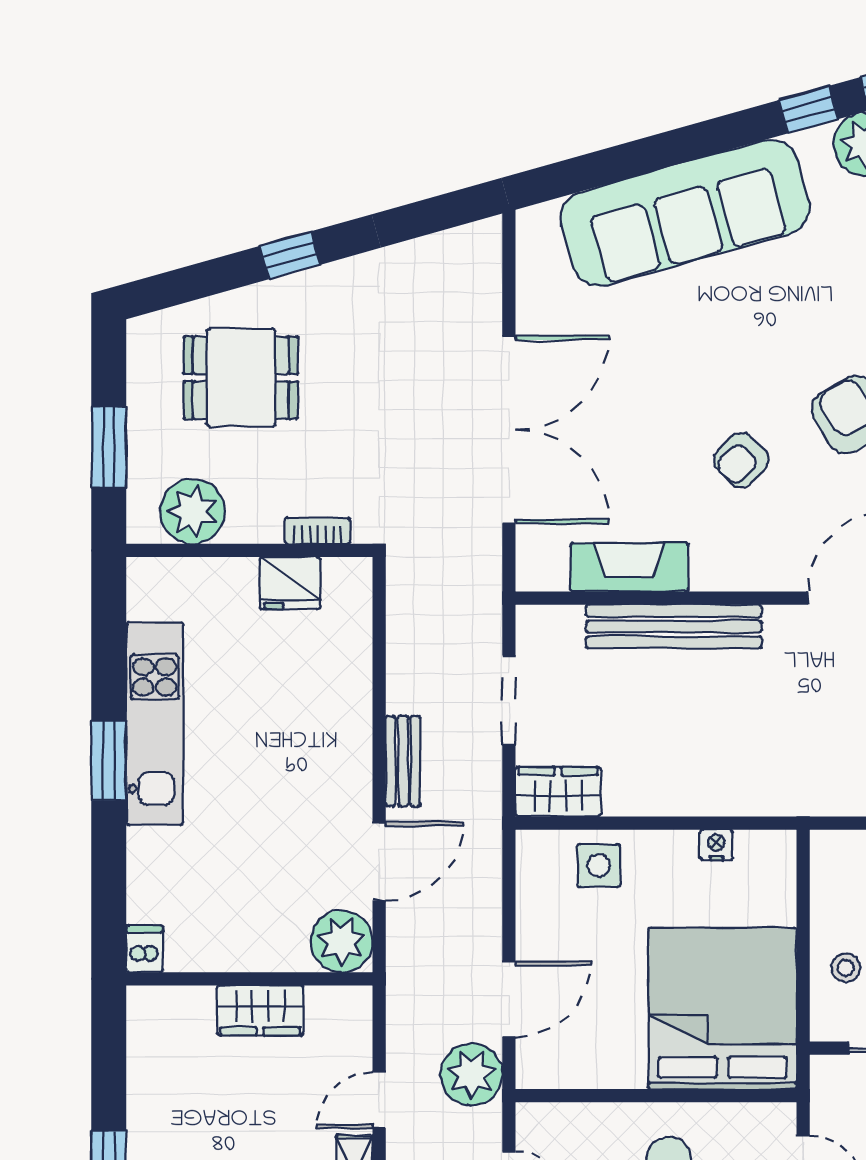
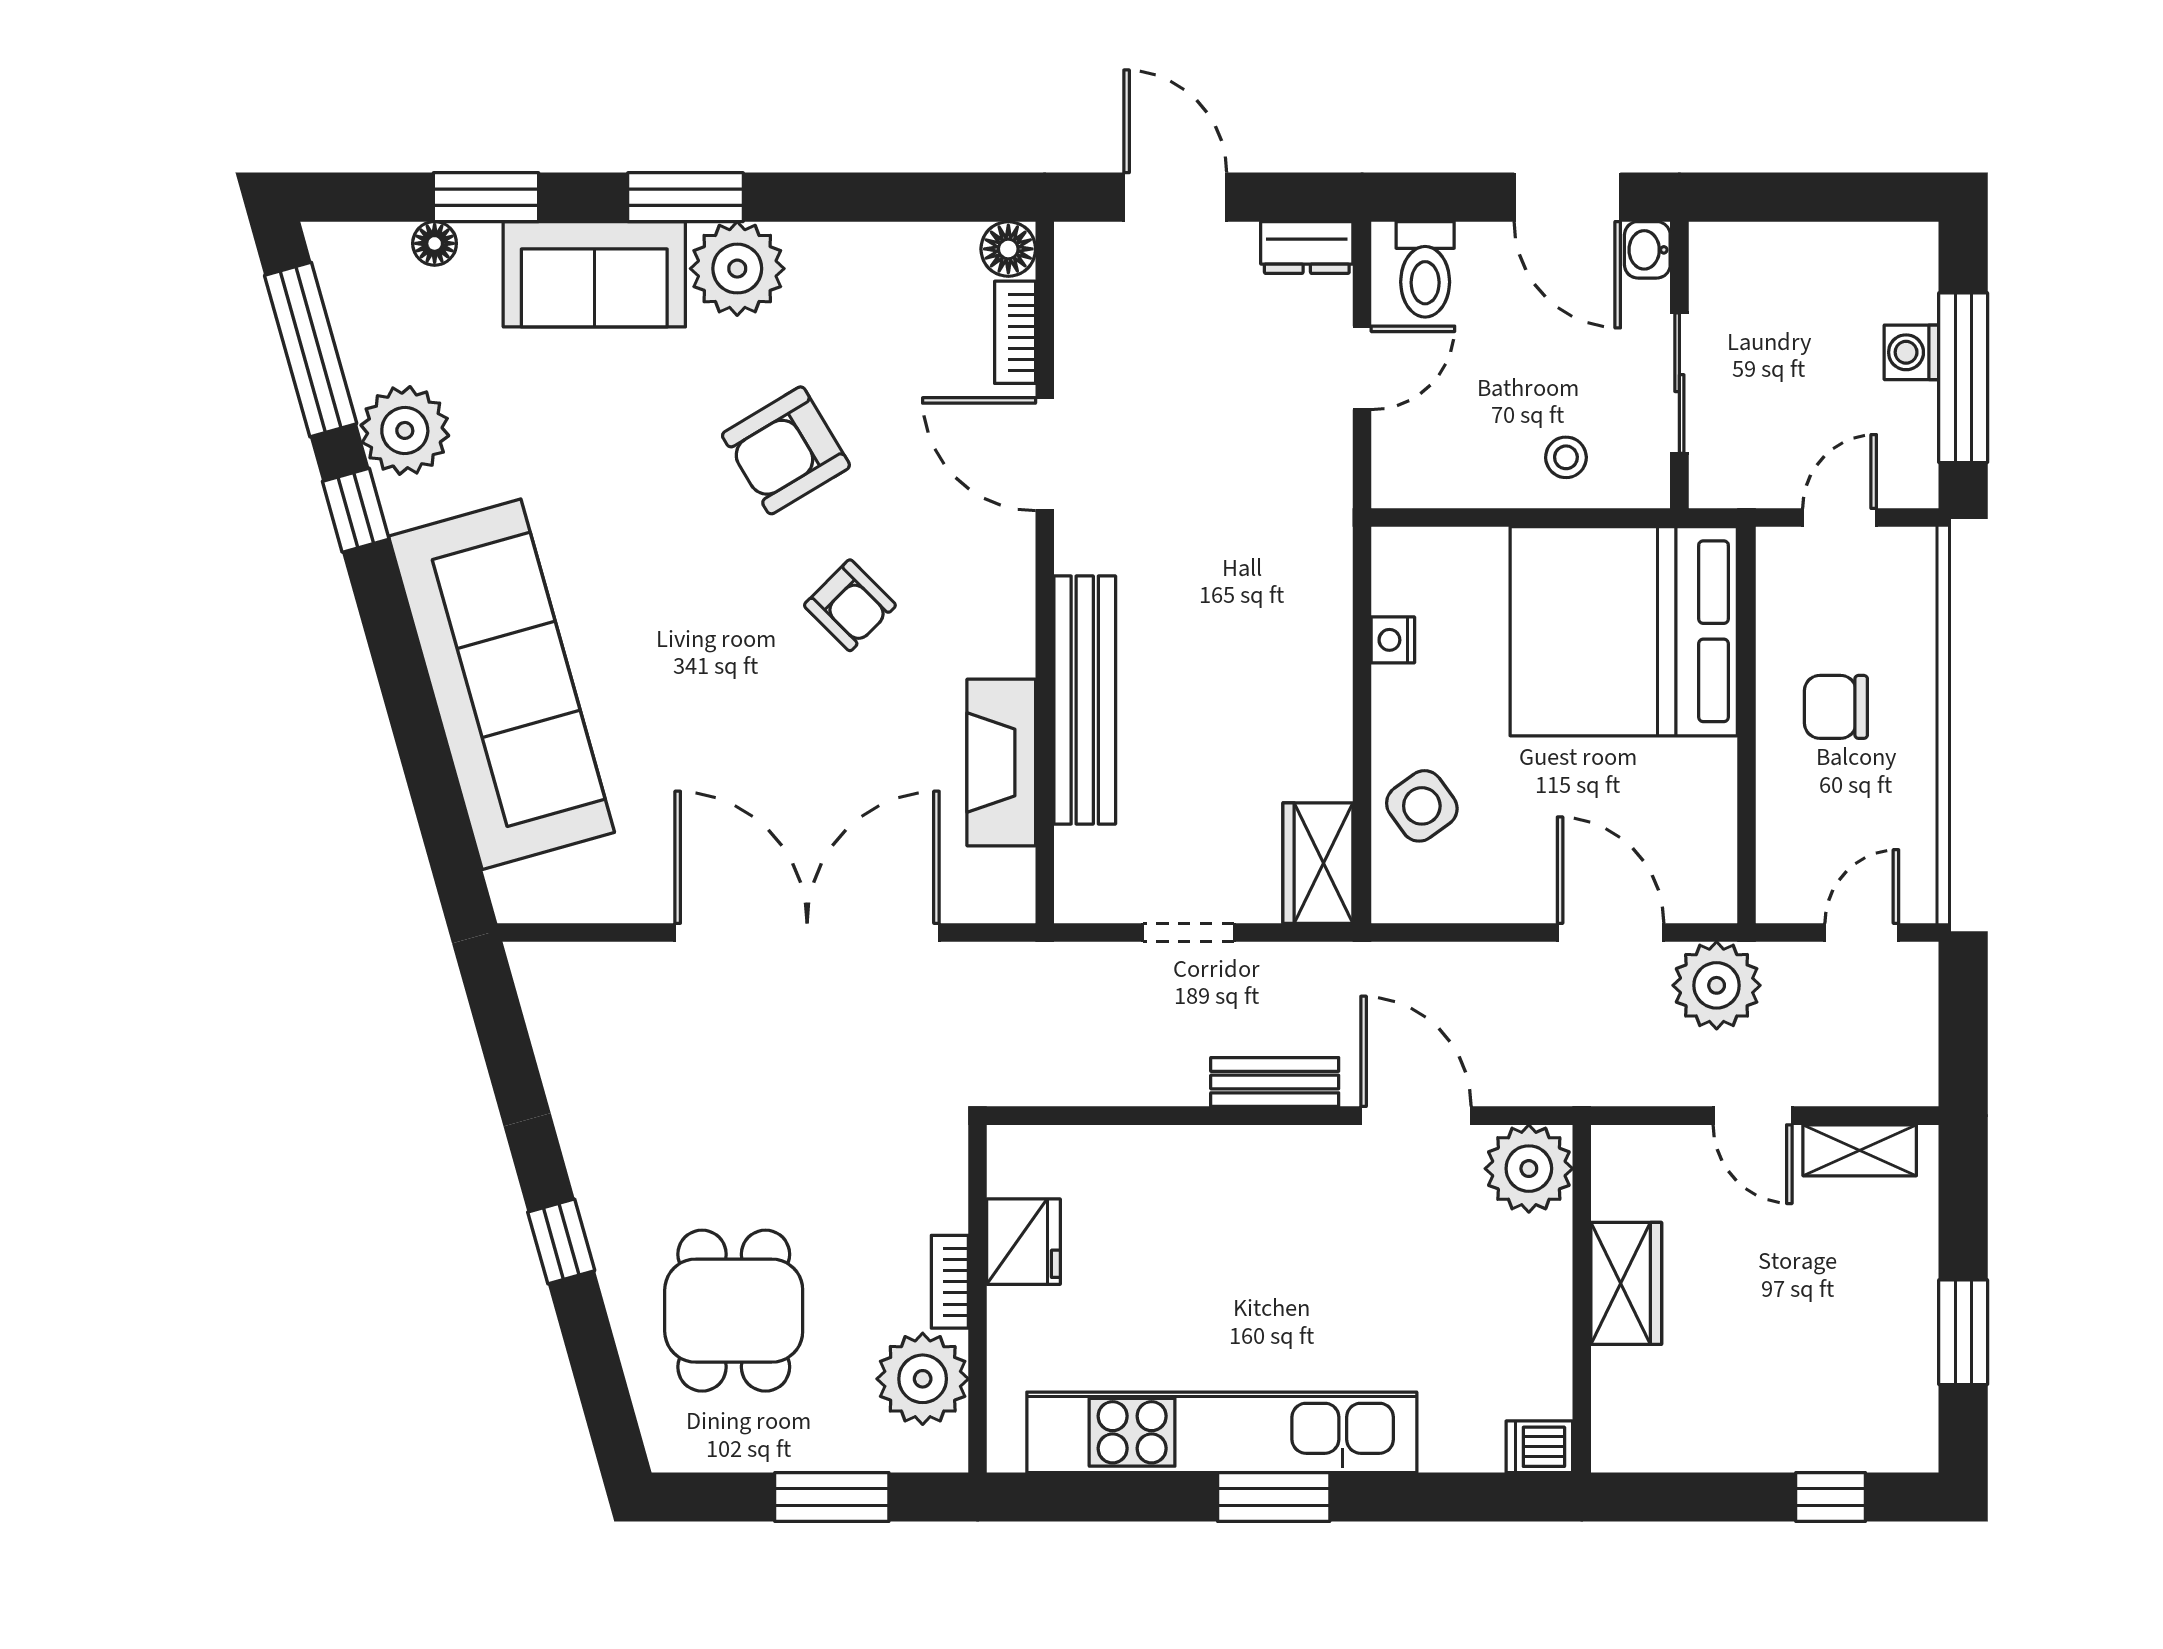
bookcase: (318, 531) -> (950, 1282), moved
doorway: (509, 700) -> (1189, 933), width x0.73
kitchen unit: (155, 724) -> (1222, 1432), width x1.36
side table: (599, 865) -> (1422, 806), turned -36

